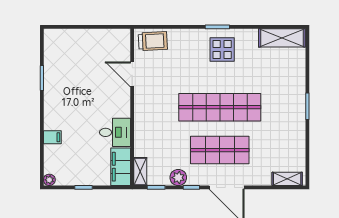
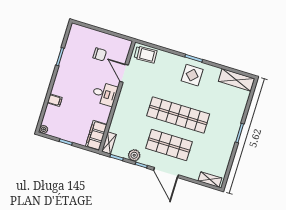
chair: (93, 59) -> (100, 54), added
desk: (115, 132) -> (105, 94), moved

